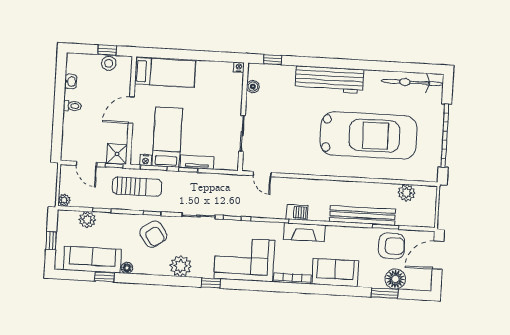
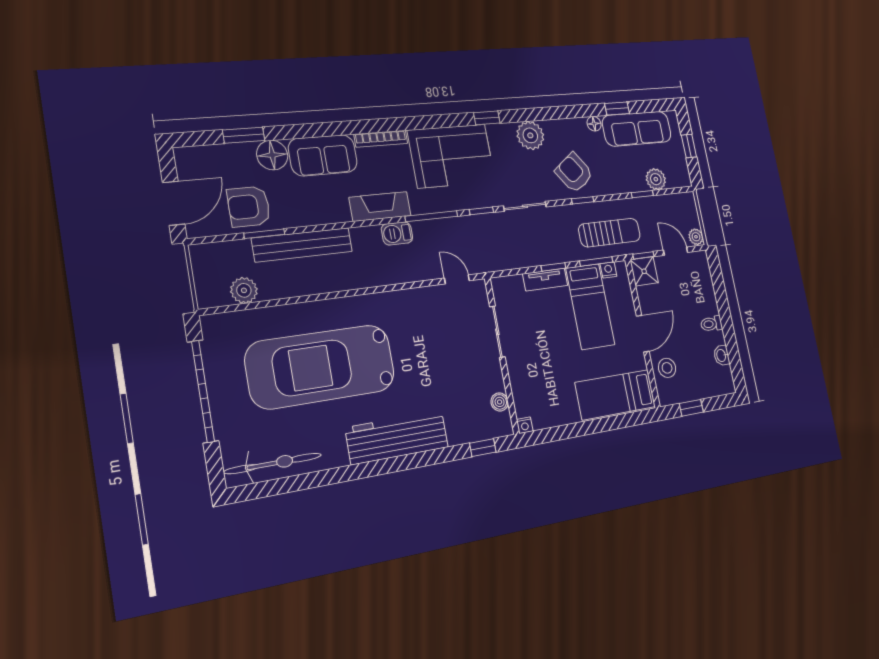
stool: (109, 63) -> (667, 368), moved
sun lounger: (137, 187) -> (610, 233), turned 180
plant: (64, 200) -> (696, 237), moved
floor lamp: (395, 279) -> (272, 155), moved

